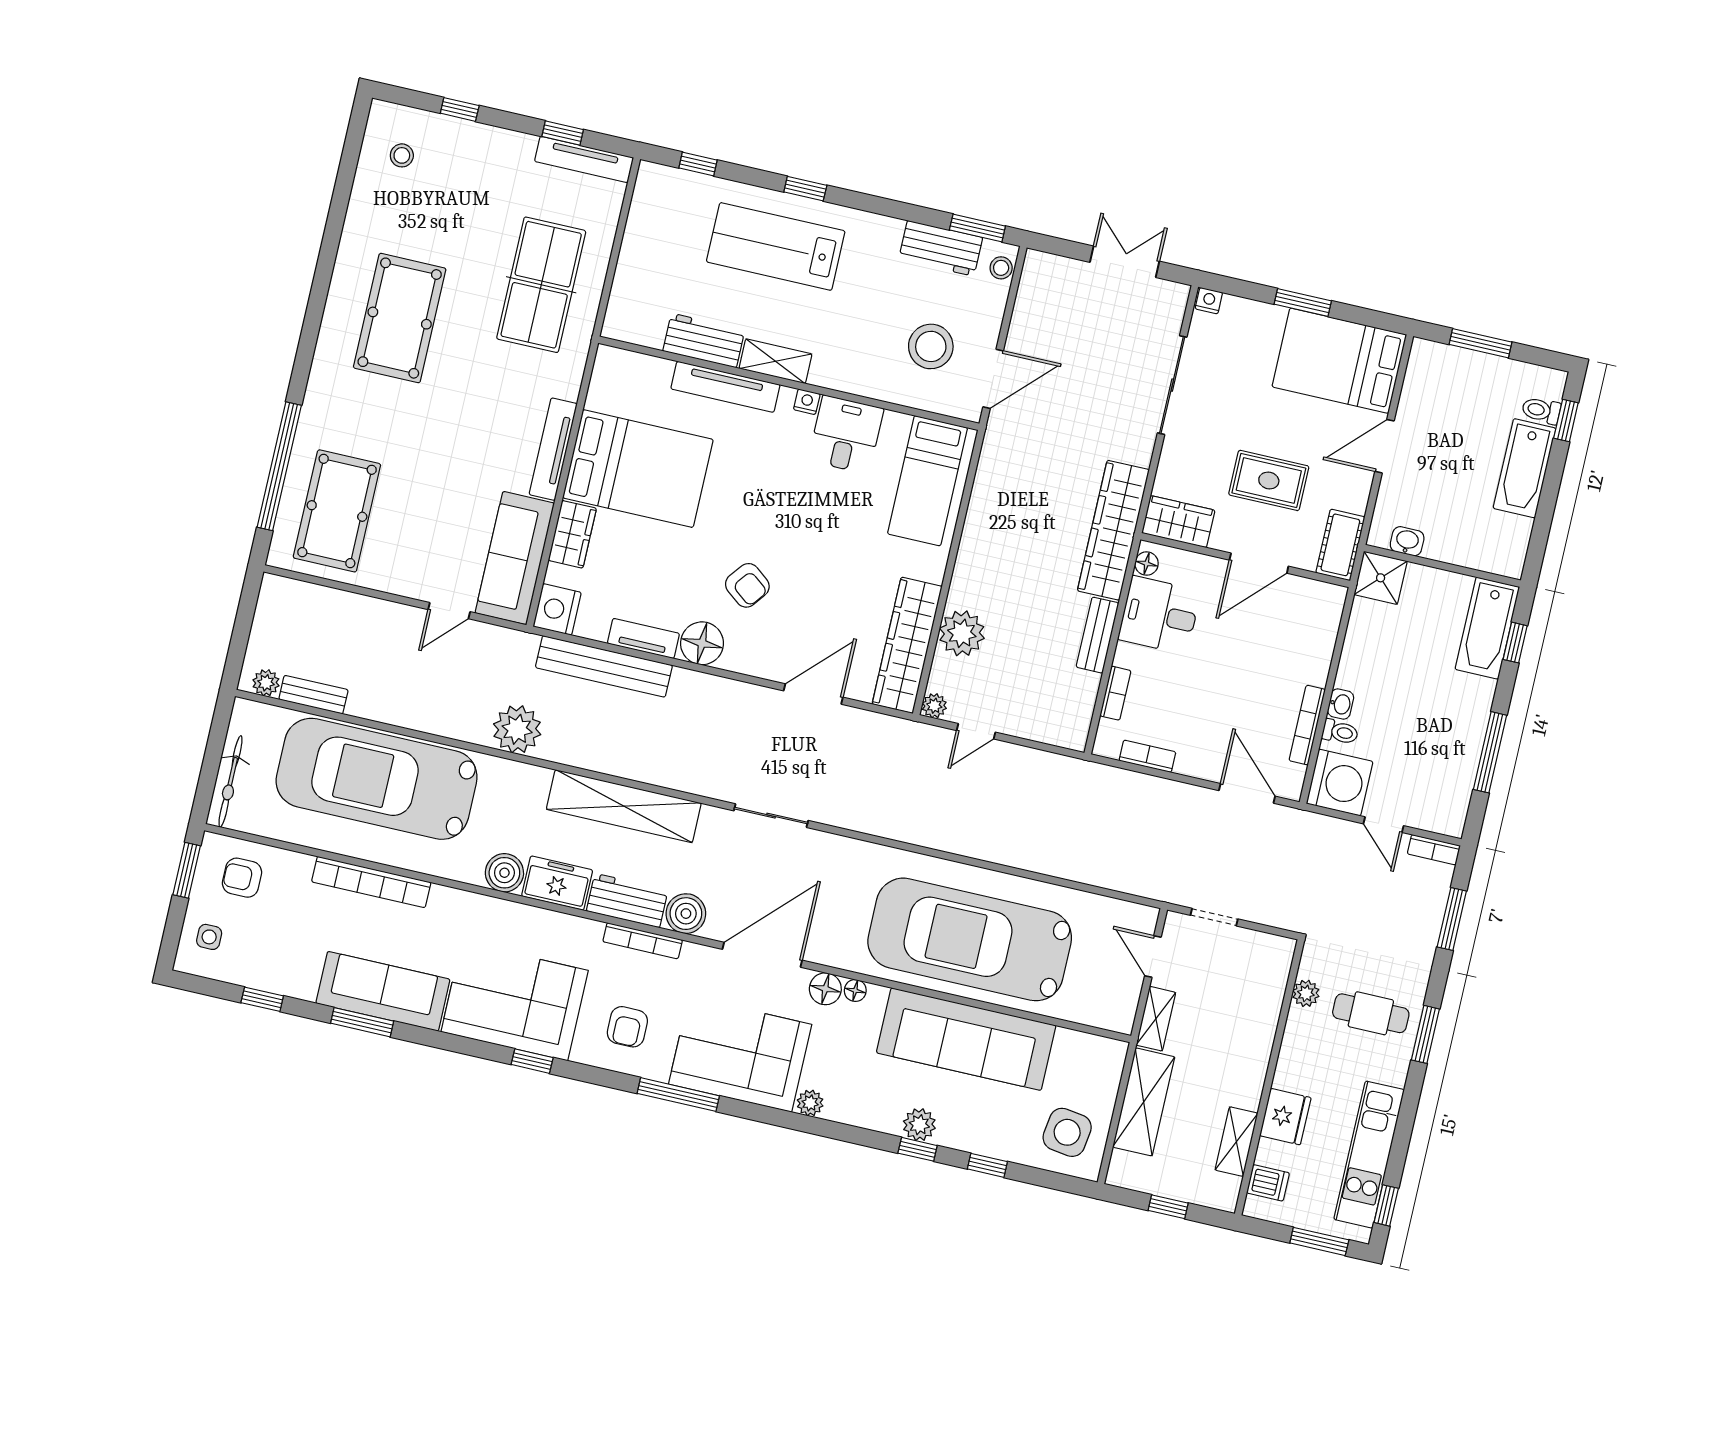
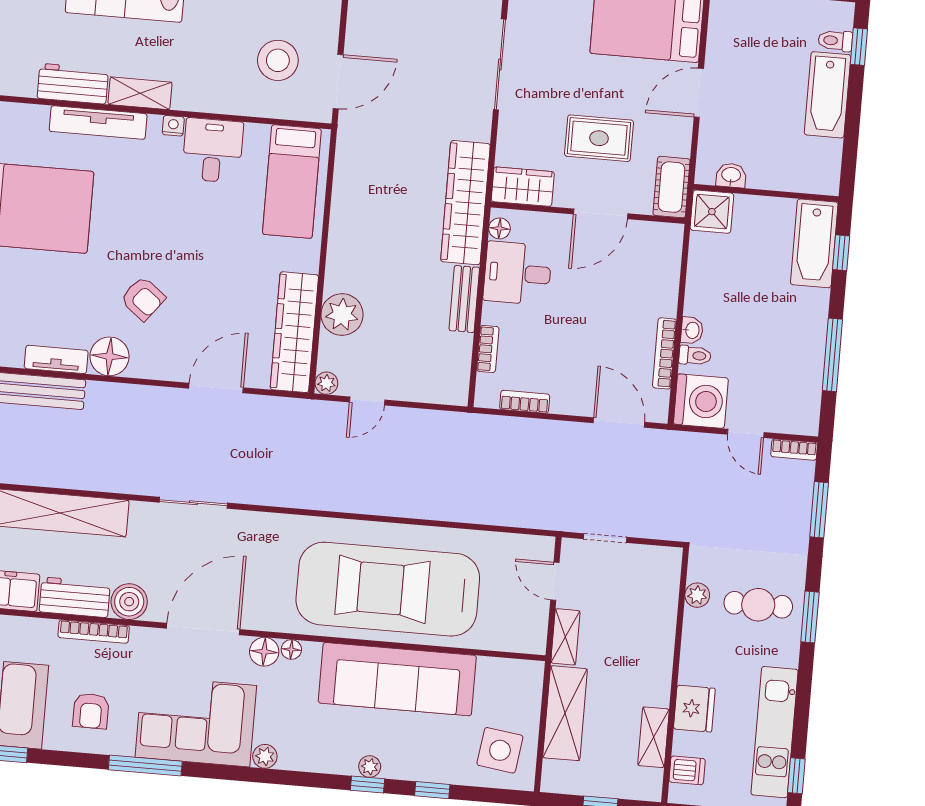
plant: (919, 1125) -> (370, 767), width x0.73, depth x0.73

